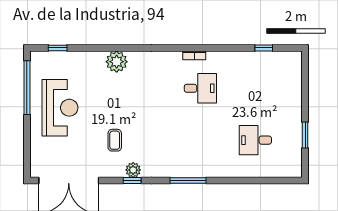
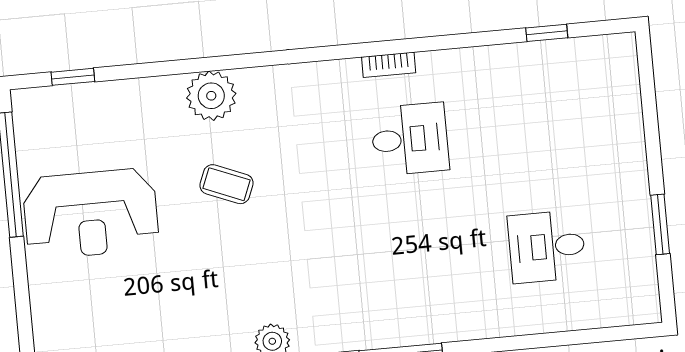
reception desk: (60, 108) -> (91, 214), turned 90
coffee table: (115, 140) -> (226, 184), moved, turned -68

